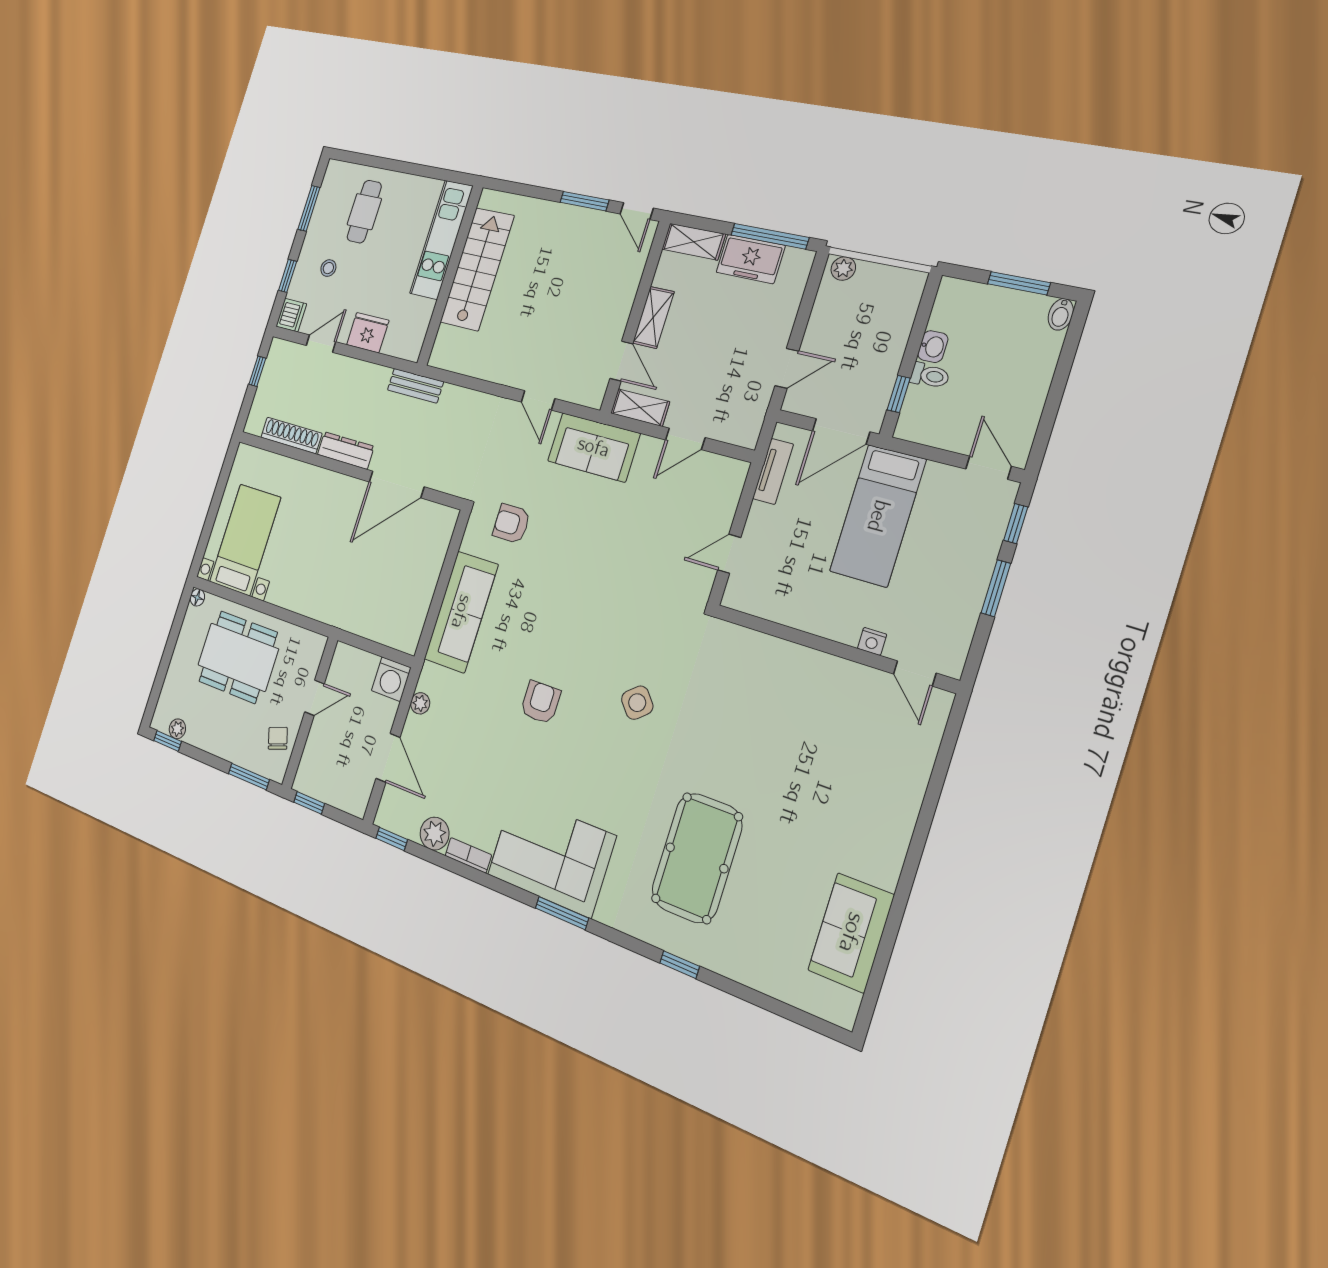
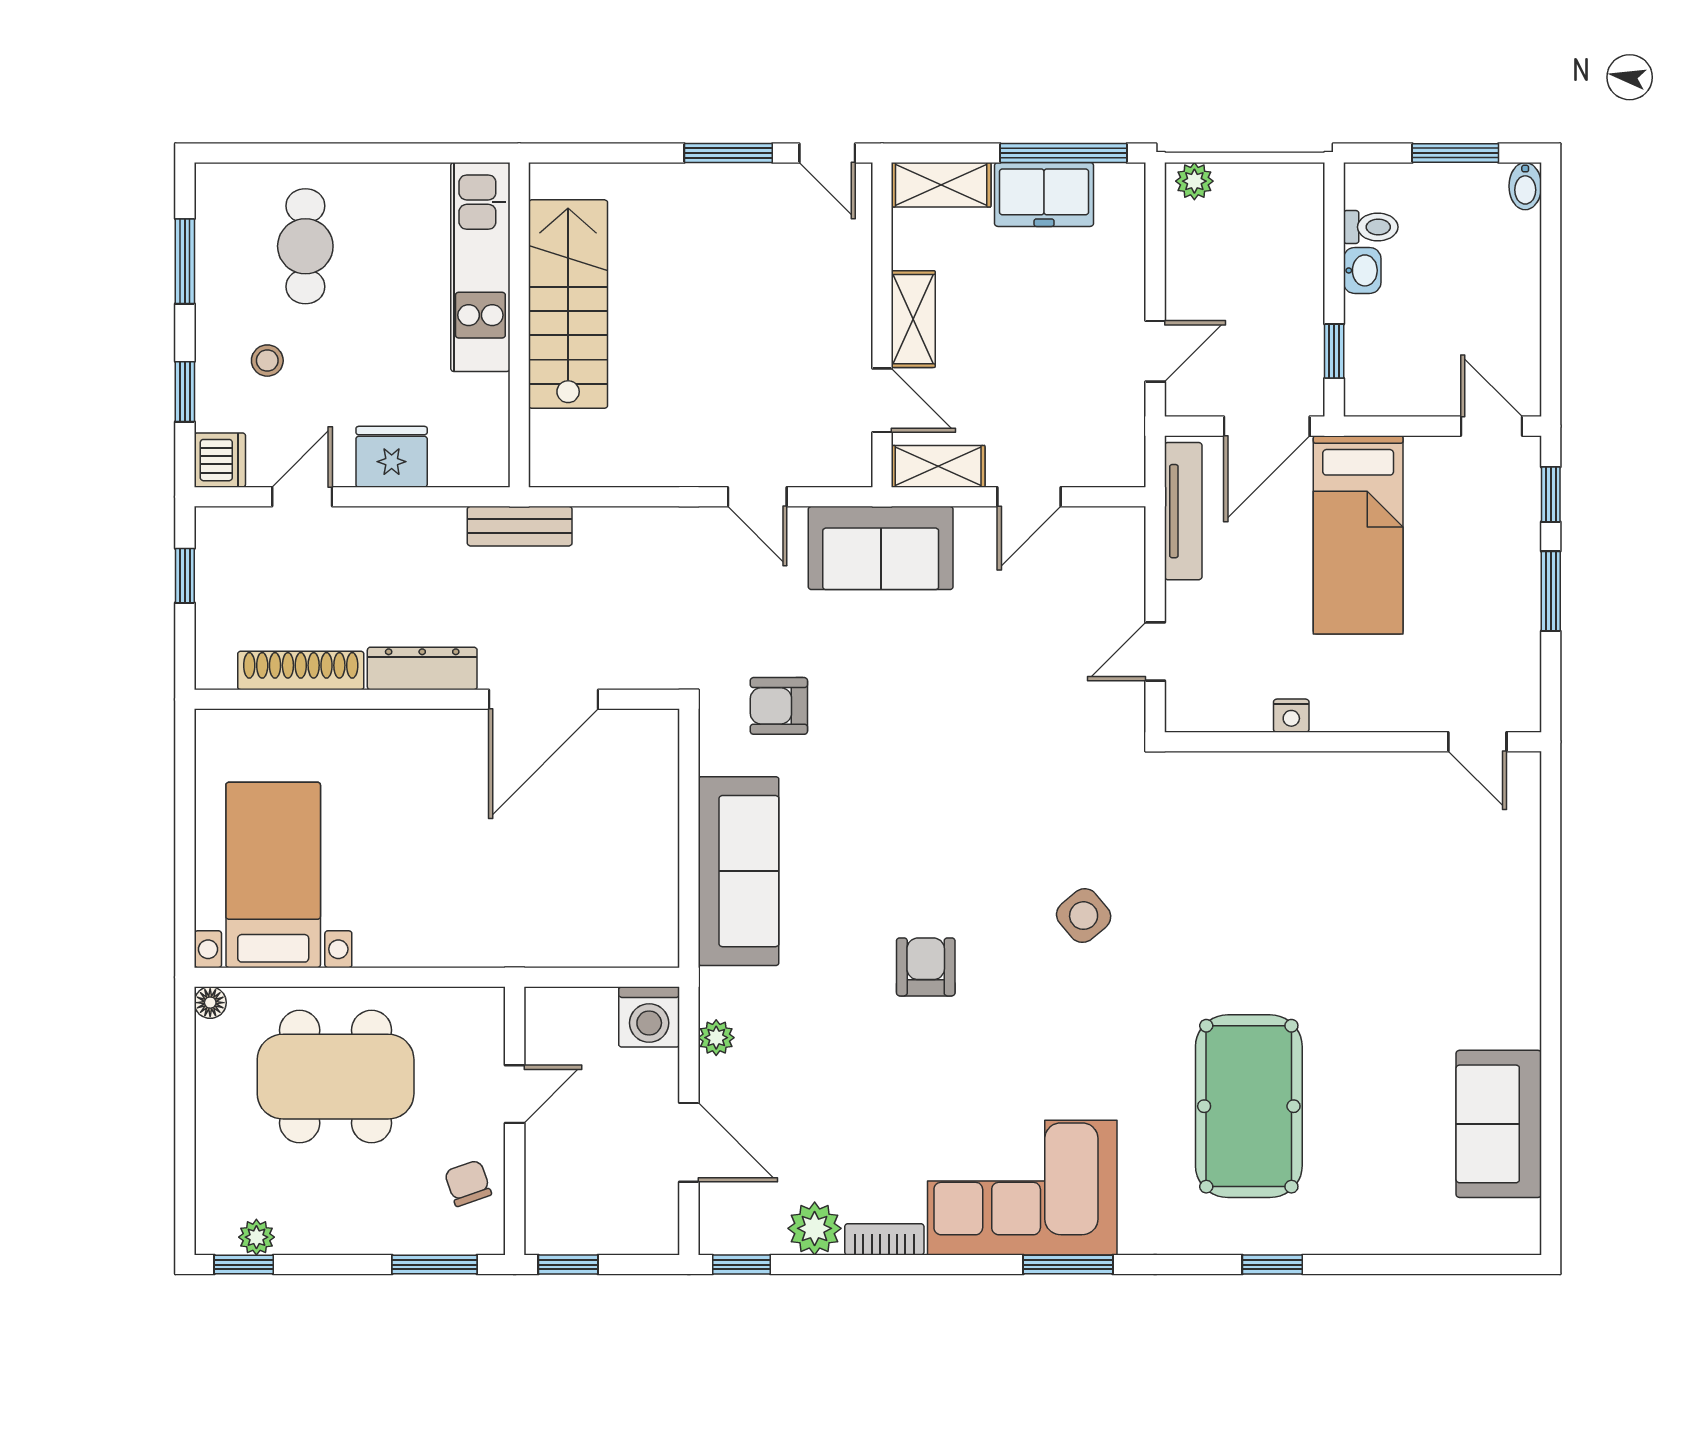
toilet: (930, 376) -> (1371, 227), moved
tv unit: (773, 471) -> (1183, 511), width x1.41
nightstand: (872, 641) -> (1291, 716), moved

